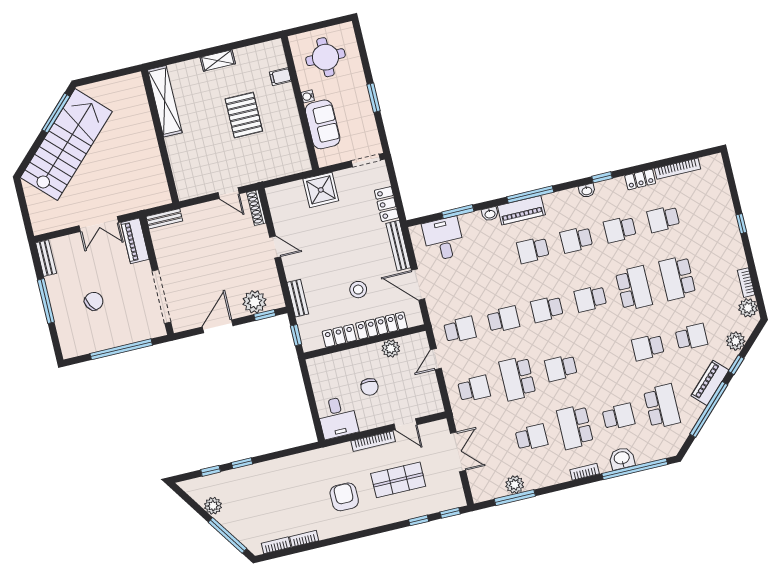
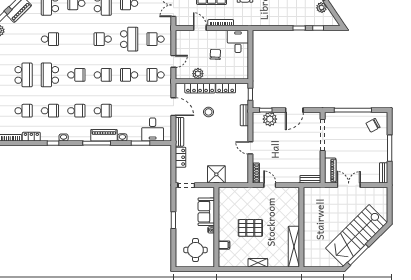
pallet: (244, 115) -> (250, 228), turned 90
chair: (94, 301) -> (373, 125), moved
school desk: (691, 337) -> (24, 39), removed
school desk: (561, 368) -> (103, 39), turned 180

